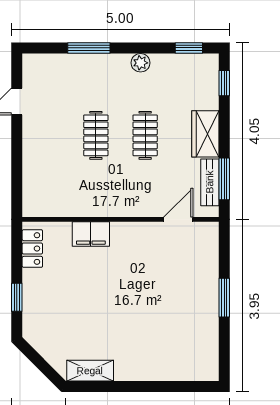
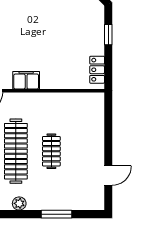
clothes rail: (145, 135) -> (16, 151), width x1.86, depth x1.31
filing cabinet: (91, 234) -> (26, 80), moved

